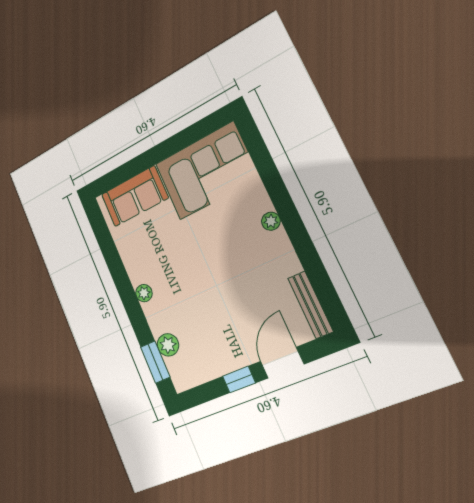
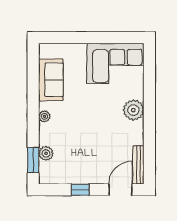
sofa: (135, 196) -> (51, 80), moved, turned -90
plant: (271, 221) -> (133, 110), width x1.87, depth x1.87
door: (282, 363) -> (121, 190), moved

